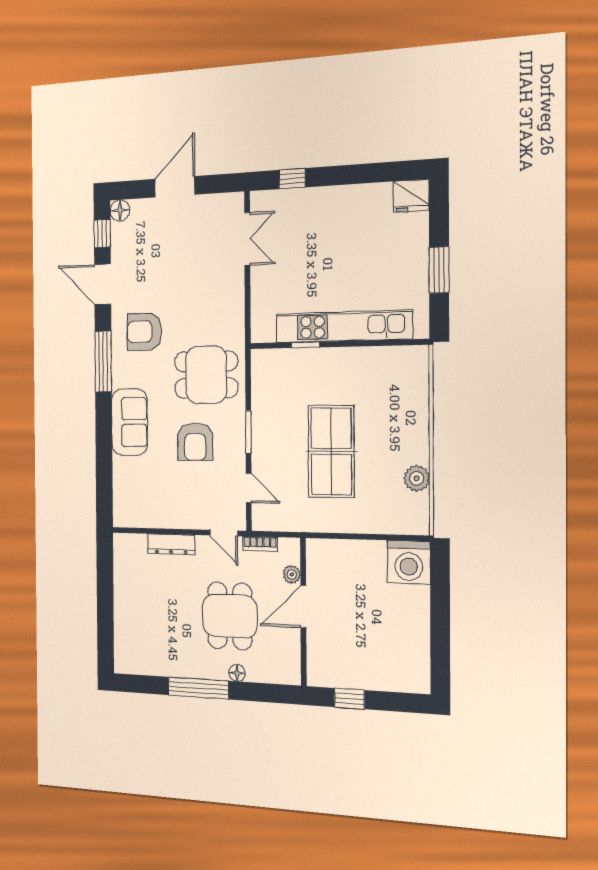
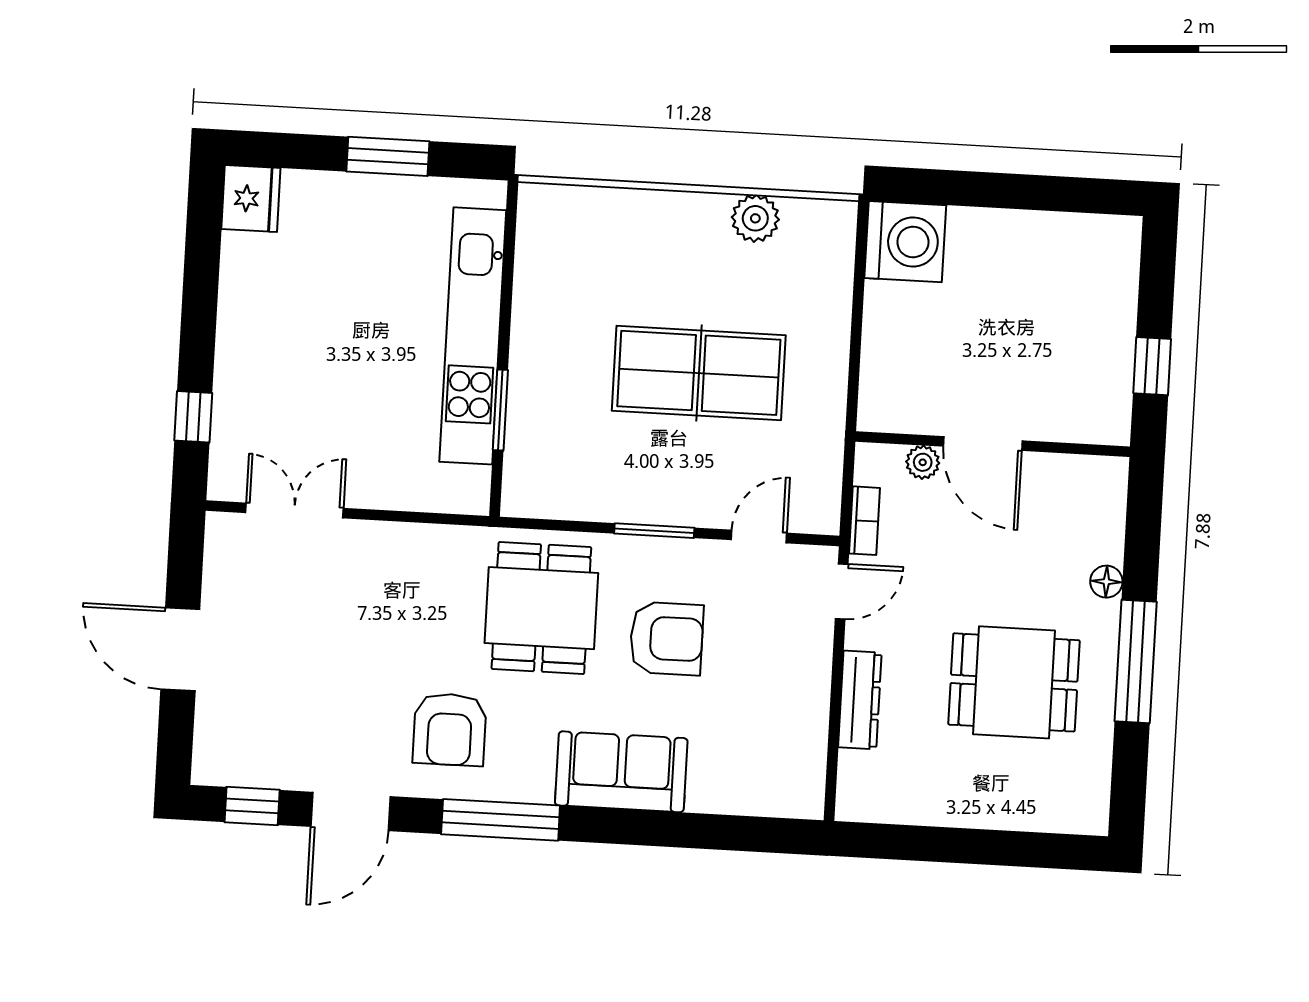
floor lamp: (120, 210) -> (212, 766), removed
window: (305, 345) -> (500, 410), width x1.50
dining table: (230, 616) -> (1014, 682), moved

